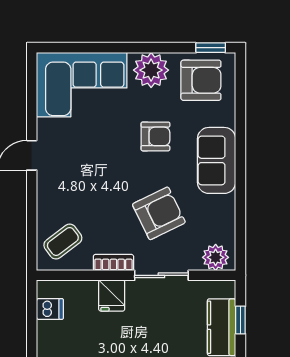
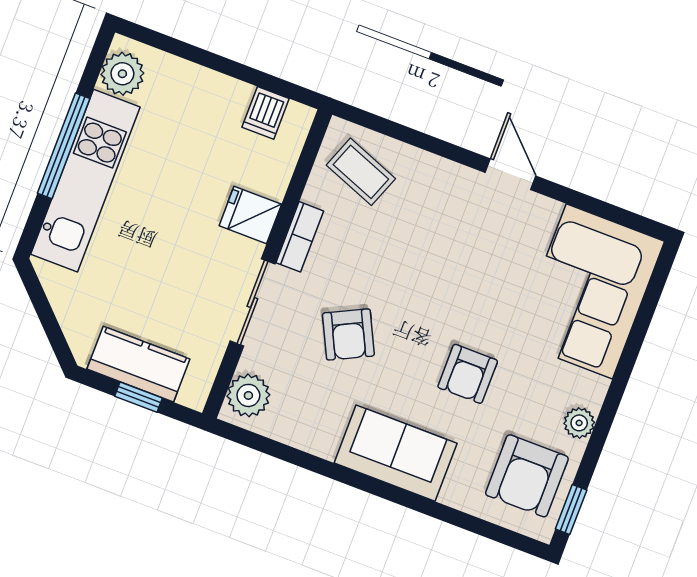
plant: (151, 70) -> (579, 423), width x0.53, depth x0.53
armchair: (159, 213) -> (348, 334), width x0.72, depth x0.72
coffee table: (63, 242) -> (361, 172), turned -32

